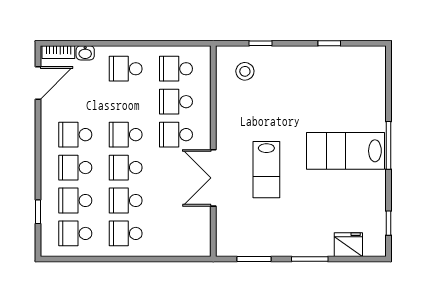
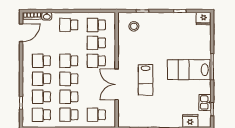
fridge: (373, 57) -> (204, 19), added
kitchen sink: (375, 211) -> (205, 103), added
school desk: (176, 233) -> (96, 115), added

